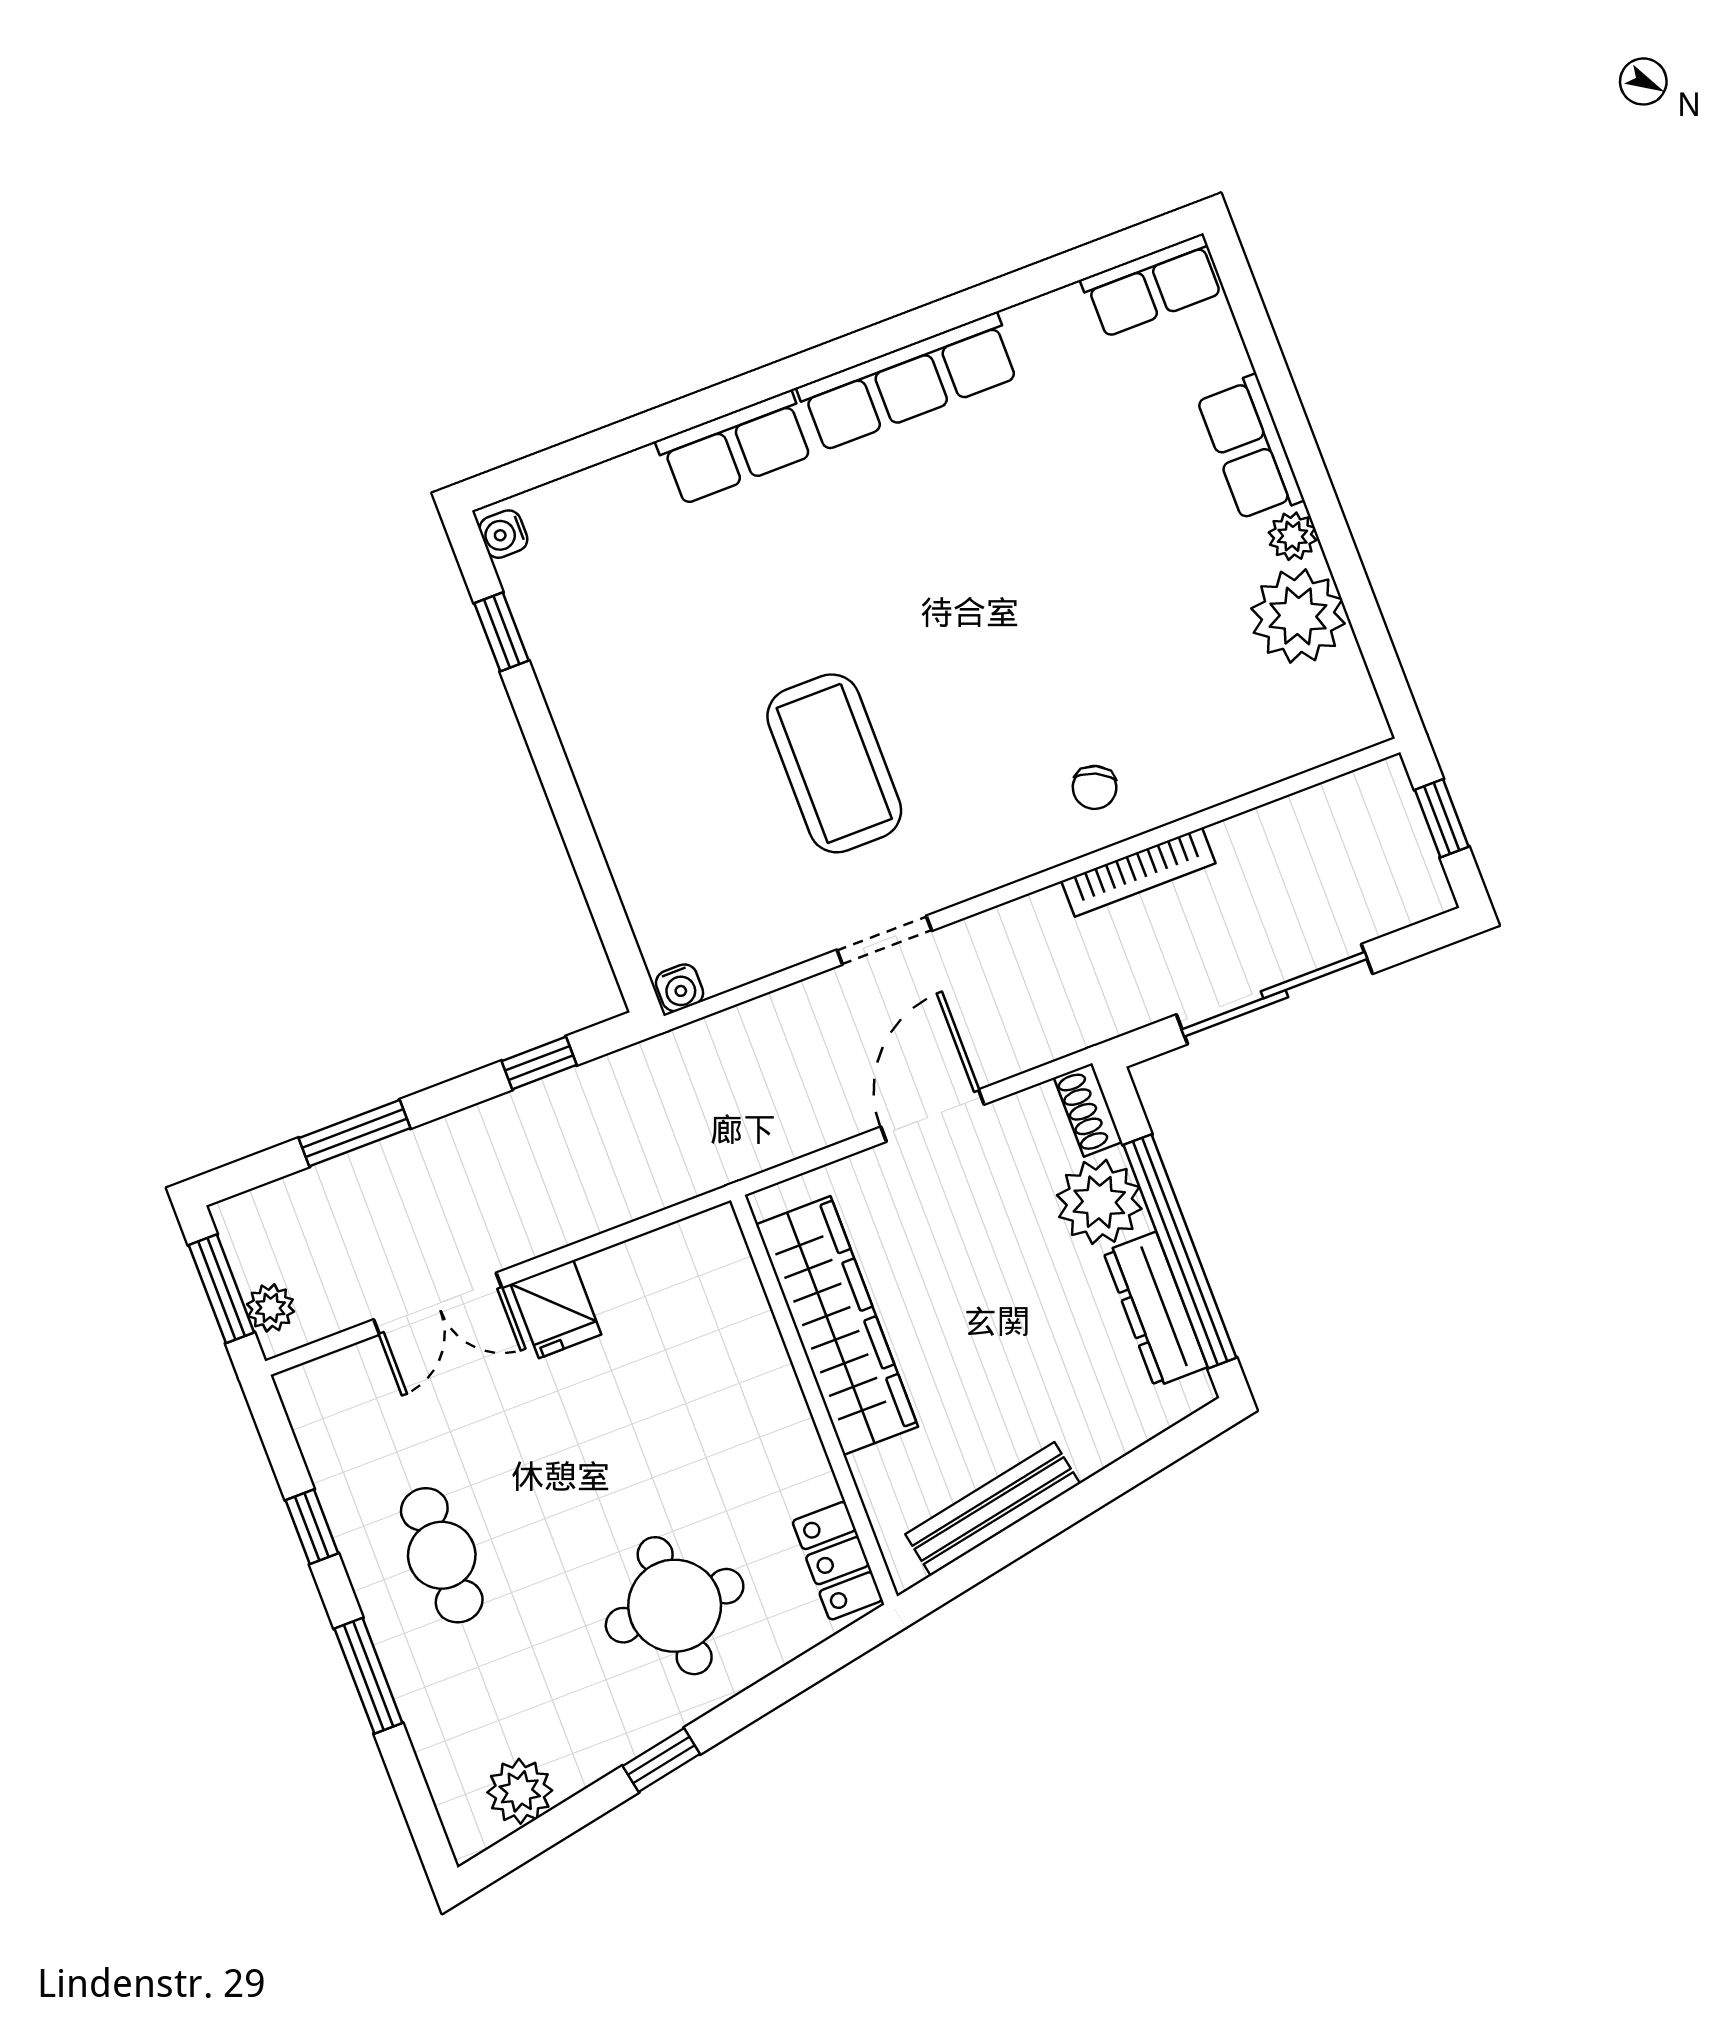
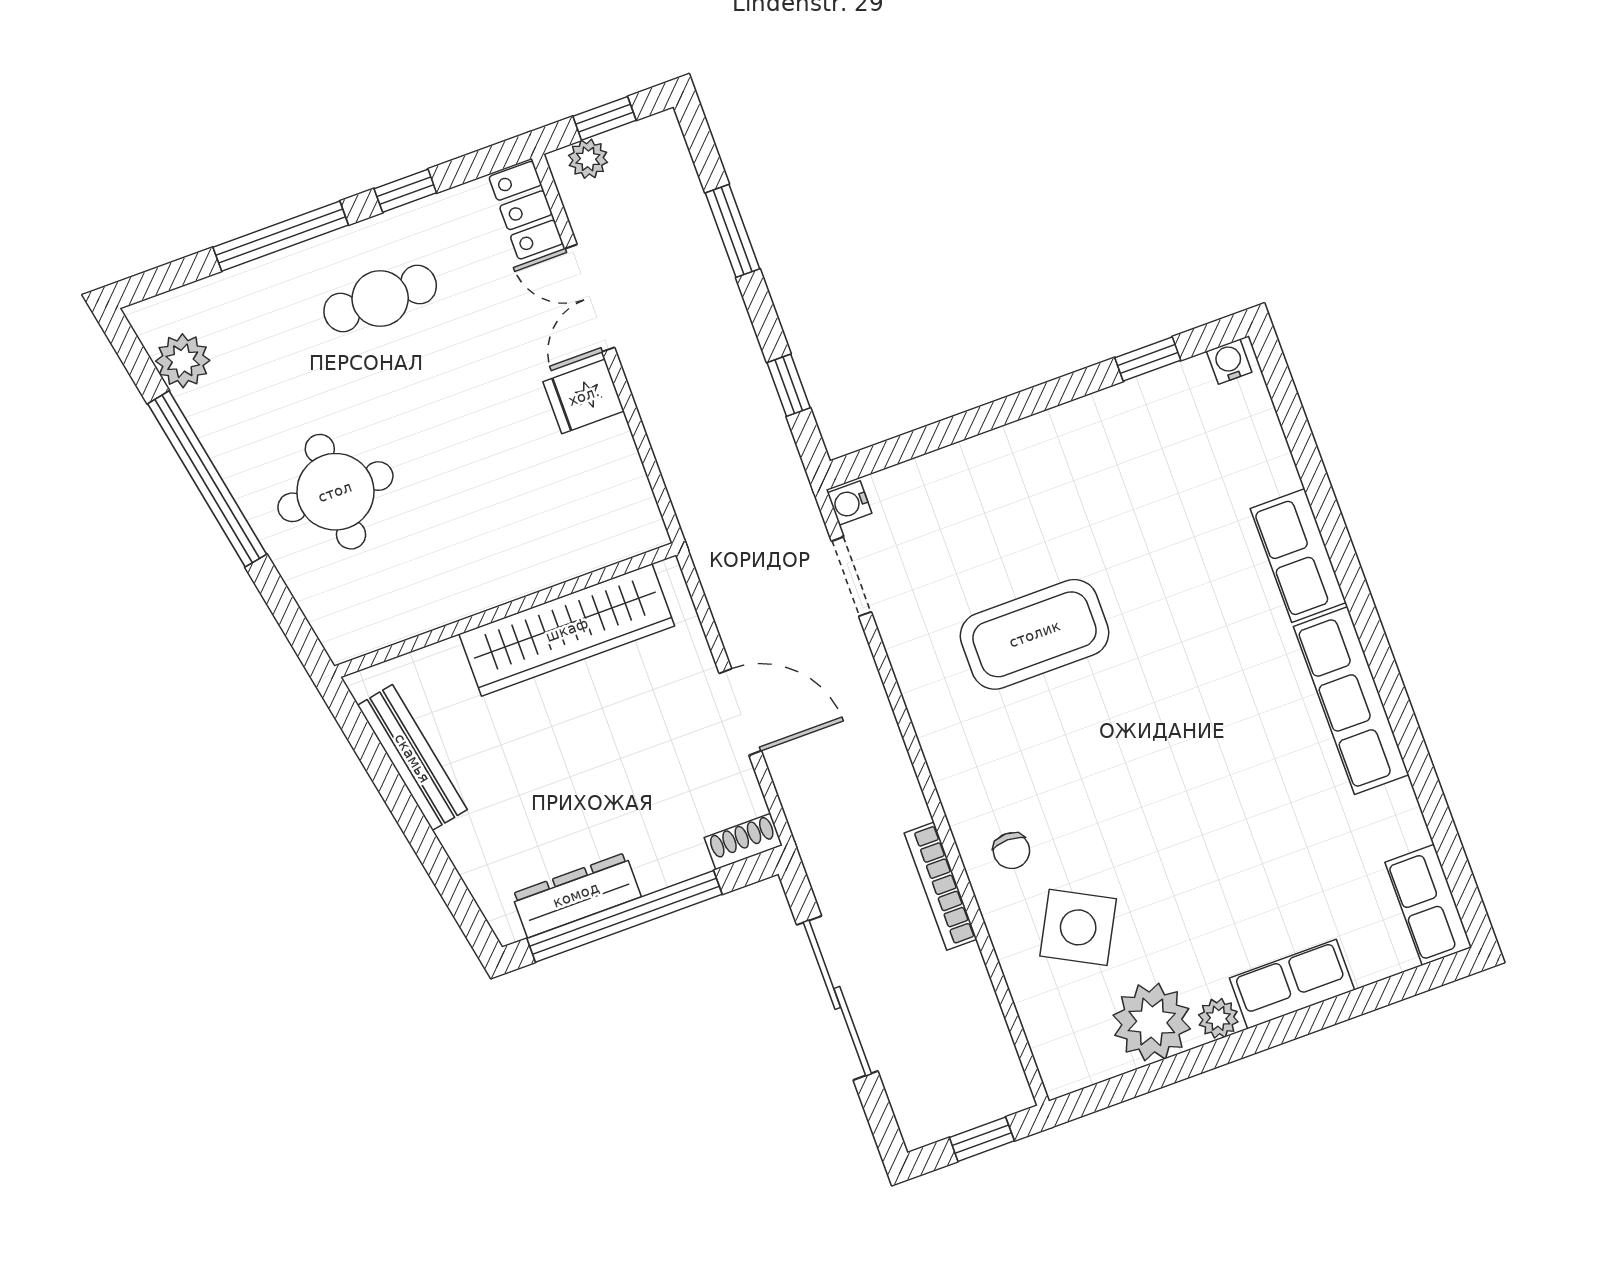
side table: (1186, 706) -> (1078, 927), added
chair: (1095, 787) -> (1011, 851), turned -115
doorway: (884, 940) -> (851, 577), moved
plant: (1099, 1202) -> (666, 850), removed
window: (221, 1289) -> (604, 118), width x0.67
locker: (837, 1561) -> (526, 210), moved, turned -90
window: (368, 1676) -> (281, 236), width x1.44
window: (661, 1760) -> (207, 479), width x3.17

